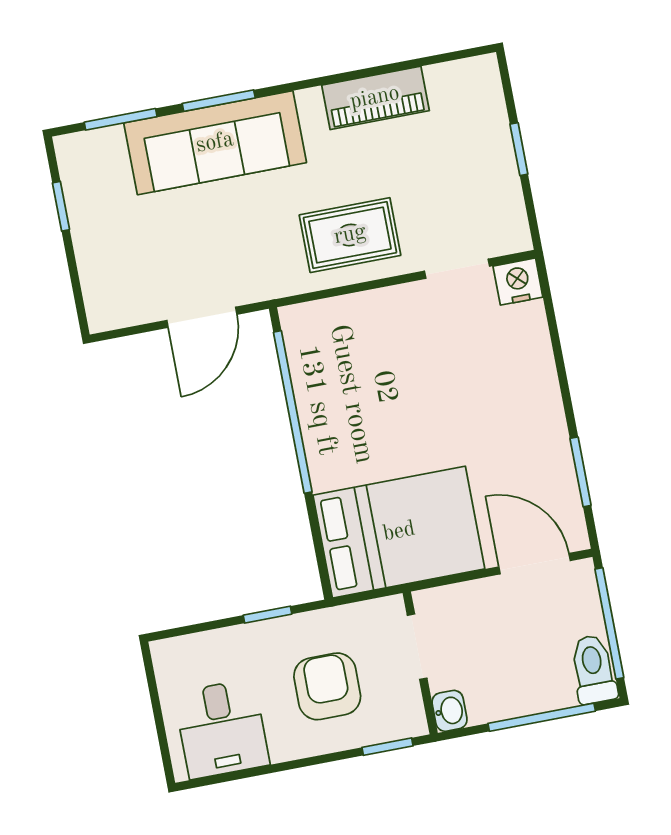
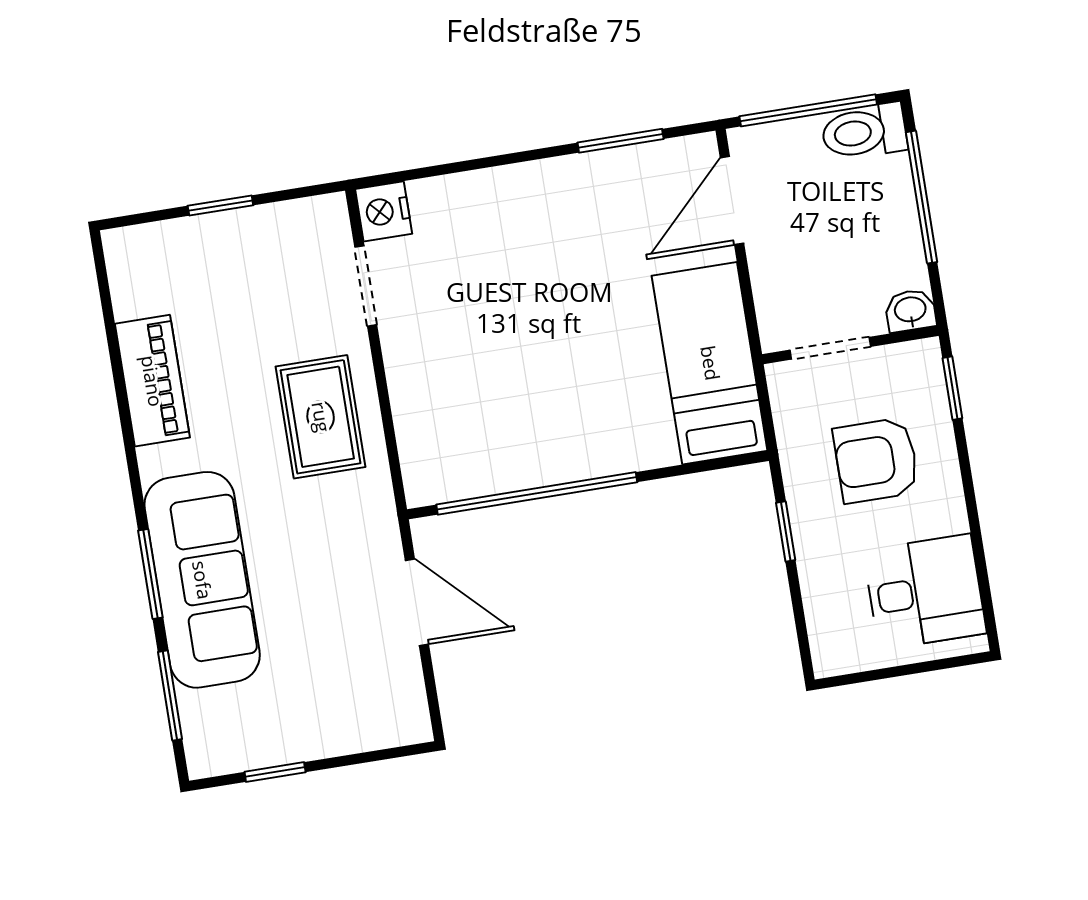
bed: (399, 532) -> (710, 363), width x0.67

